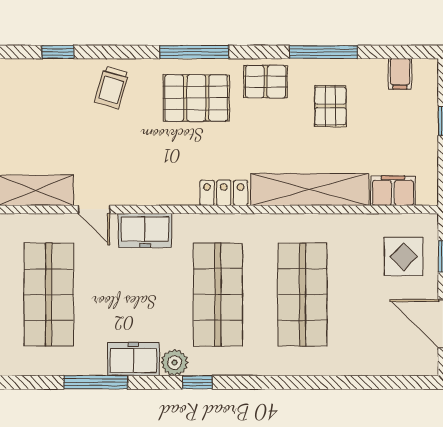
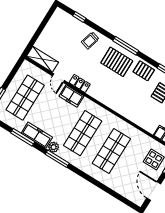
shelving: (310, 189) -> (136, 117), removed
locker: (224, 193) -> (80, 83), moved
freezer: (133, 359) -> (37, 135), width x1.40
window: (197, 382) -> (57, 159), width x2.17

